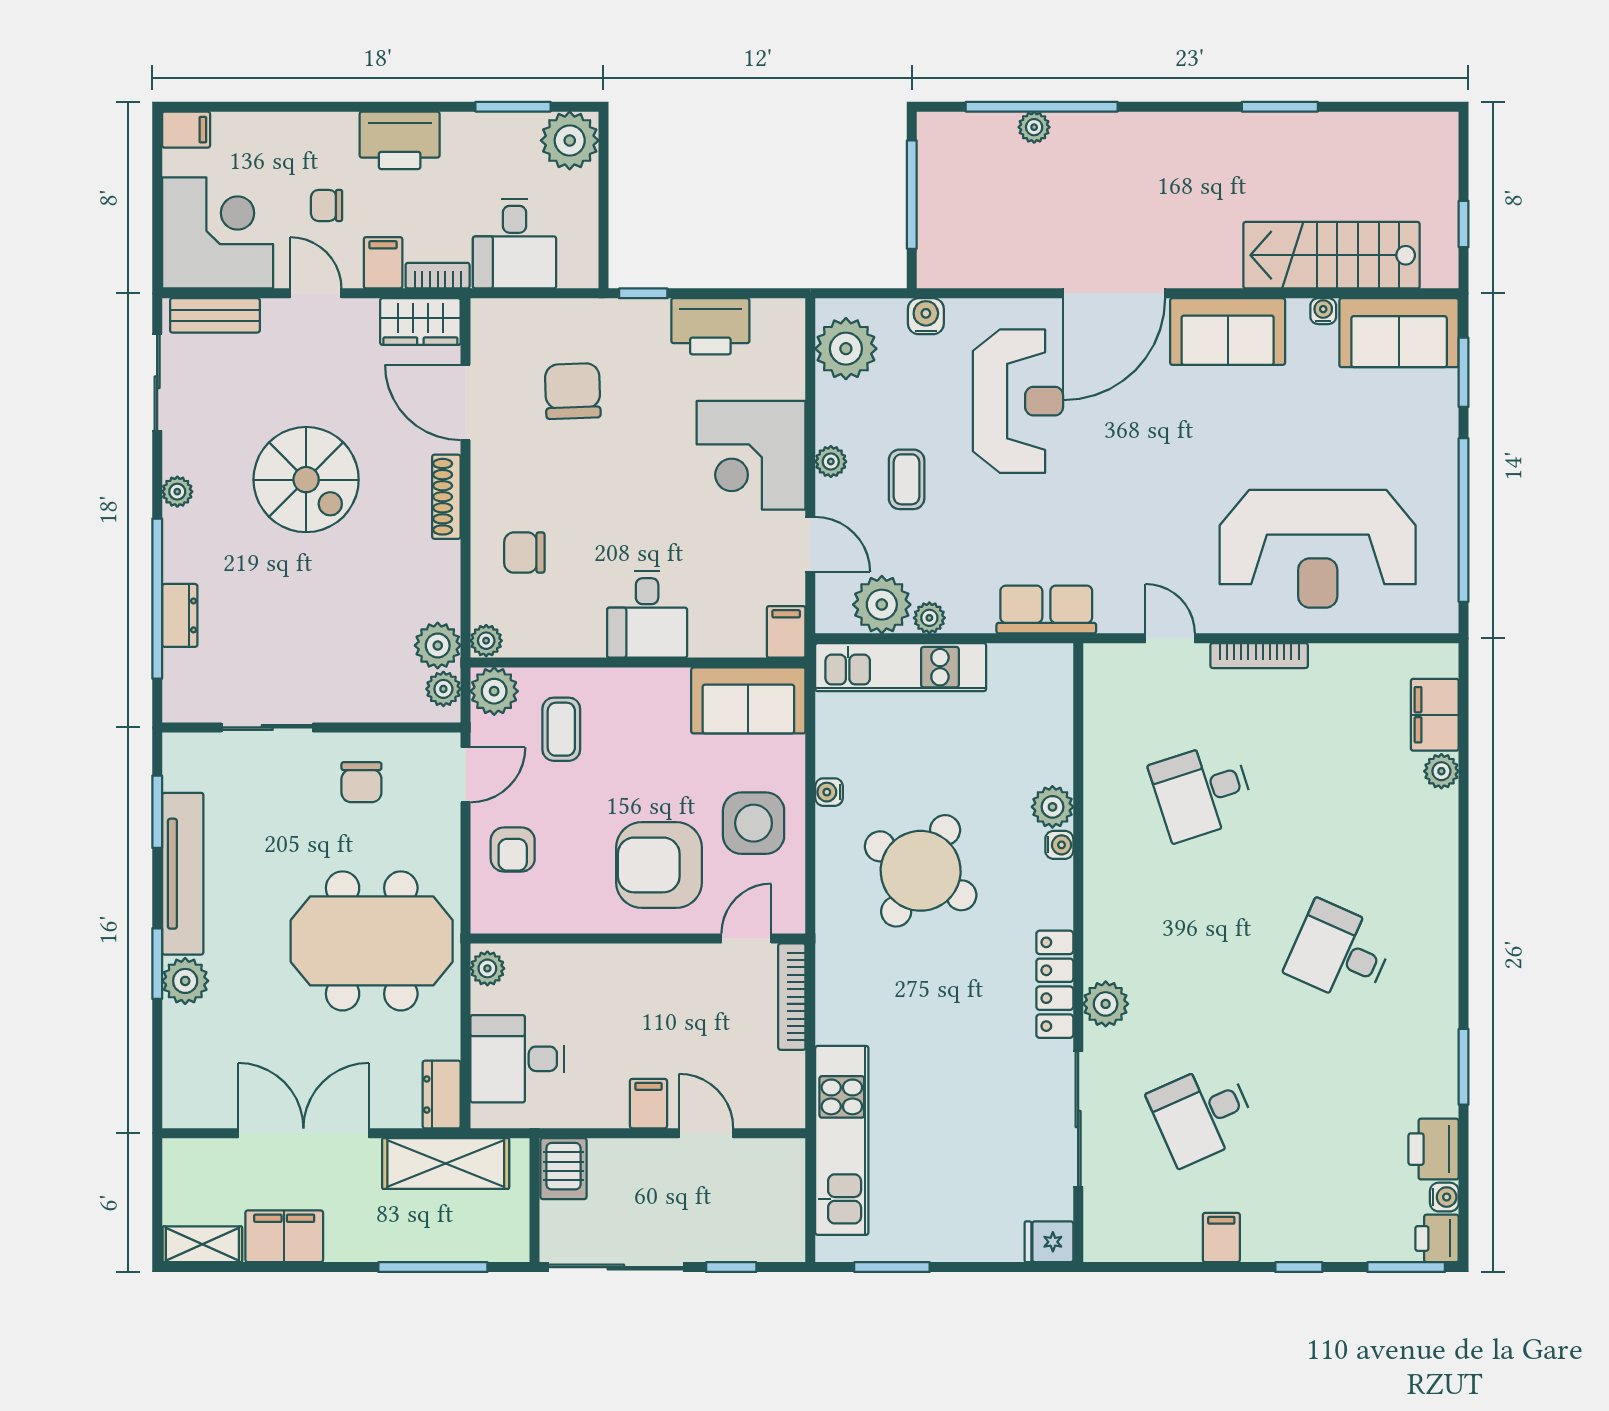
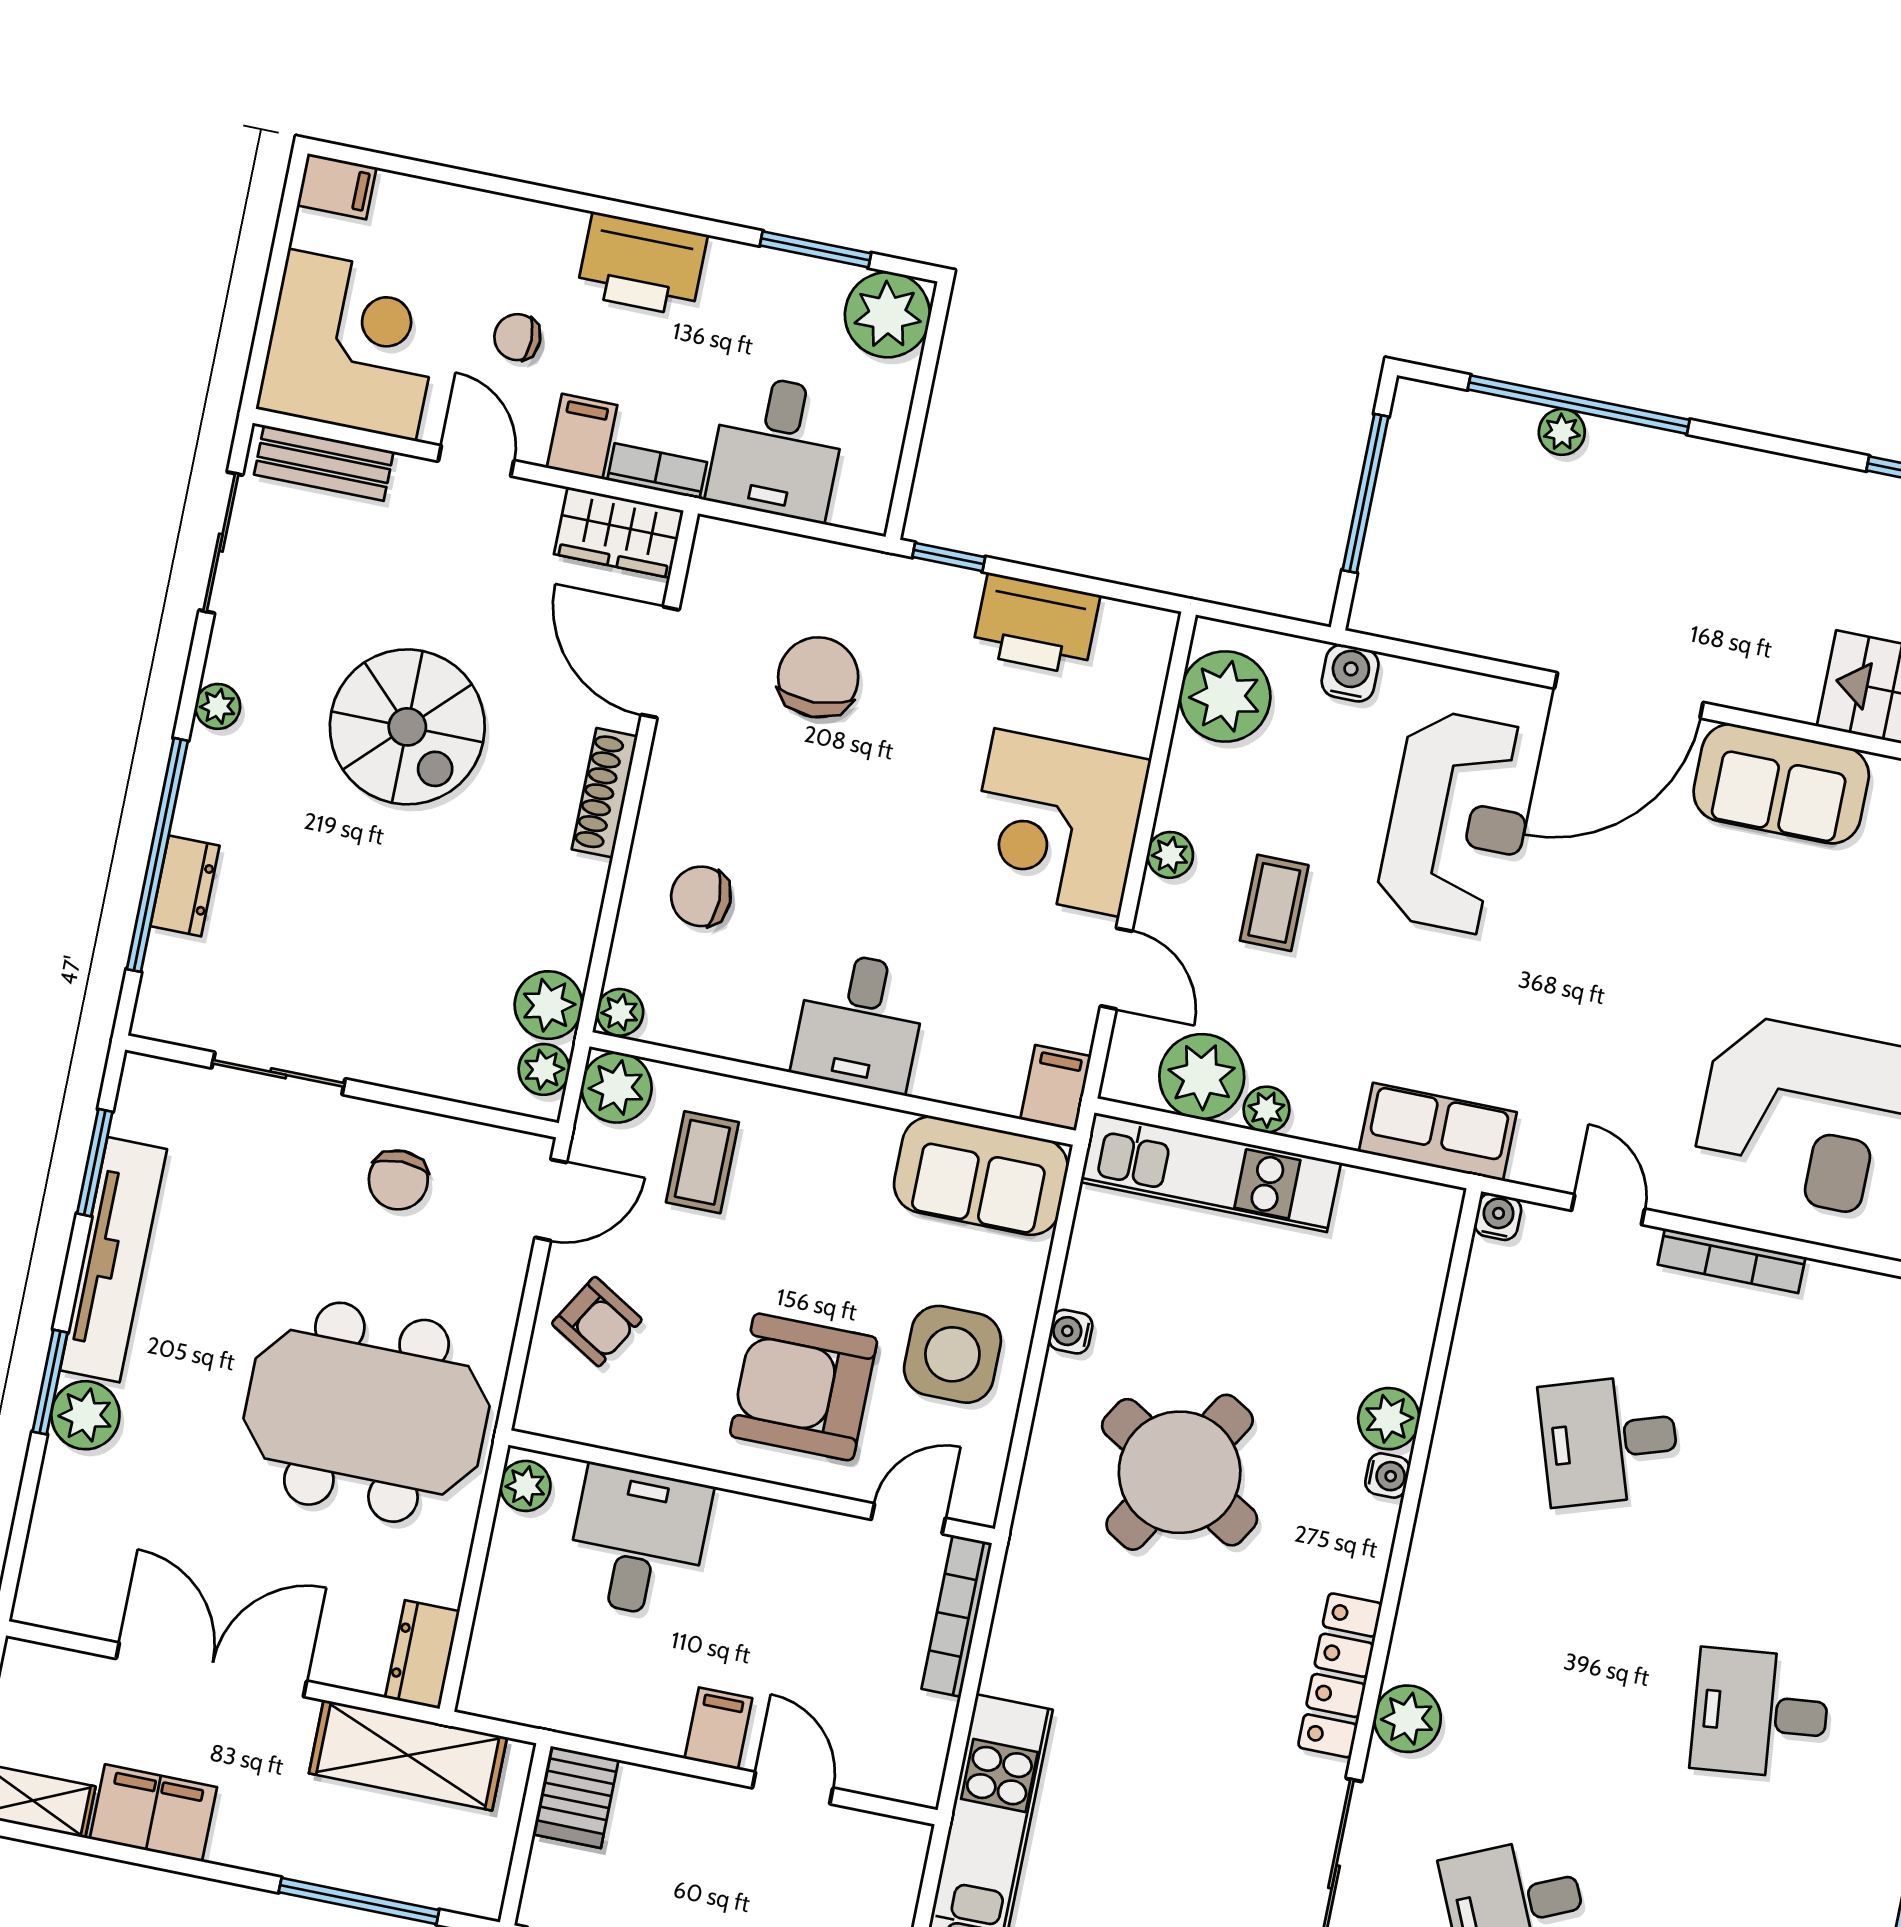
water cooler: (1098, 658) -> (1498, 1217), added
armchair: (513, 849) -> (597, 1322), turned -59
desk: (1340, 953) -> (1760, 1713), turned -30
desk: (517, 1059) -> (638, 1542), moved, turned 90

